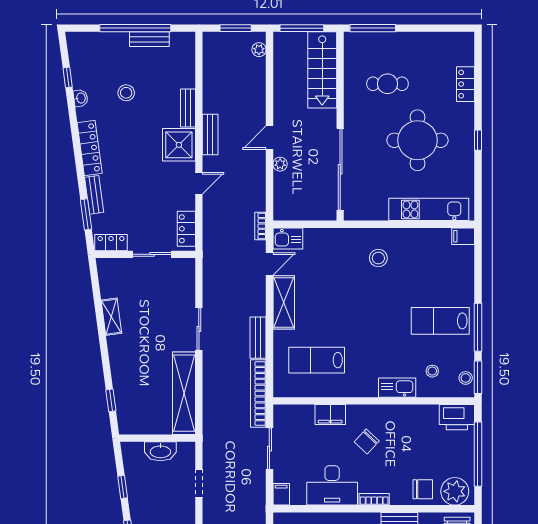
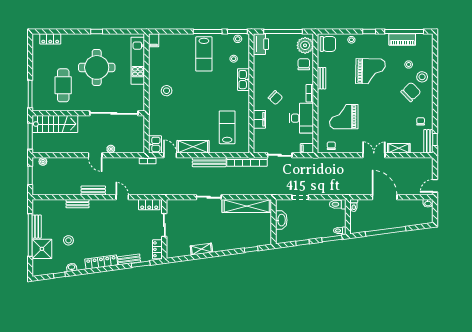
cafe table: (387, 84) -> (63, 85), width x1.37, depth x1.35
locker: (466, 84) -> (50, 39), moved
shower: (179, 145) -> (42, 249), moved
bench: (258, 338) -> (209, 162), width x1.36
lab bench: (317, 360) -> (227, 127), turned 180

